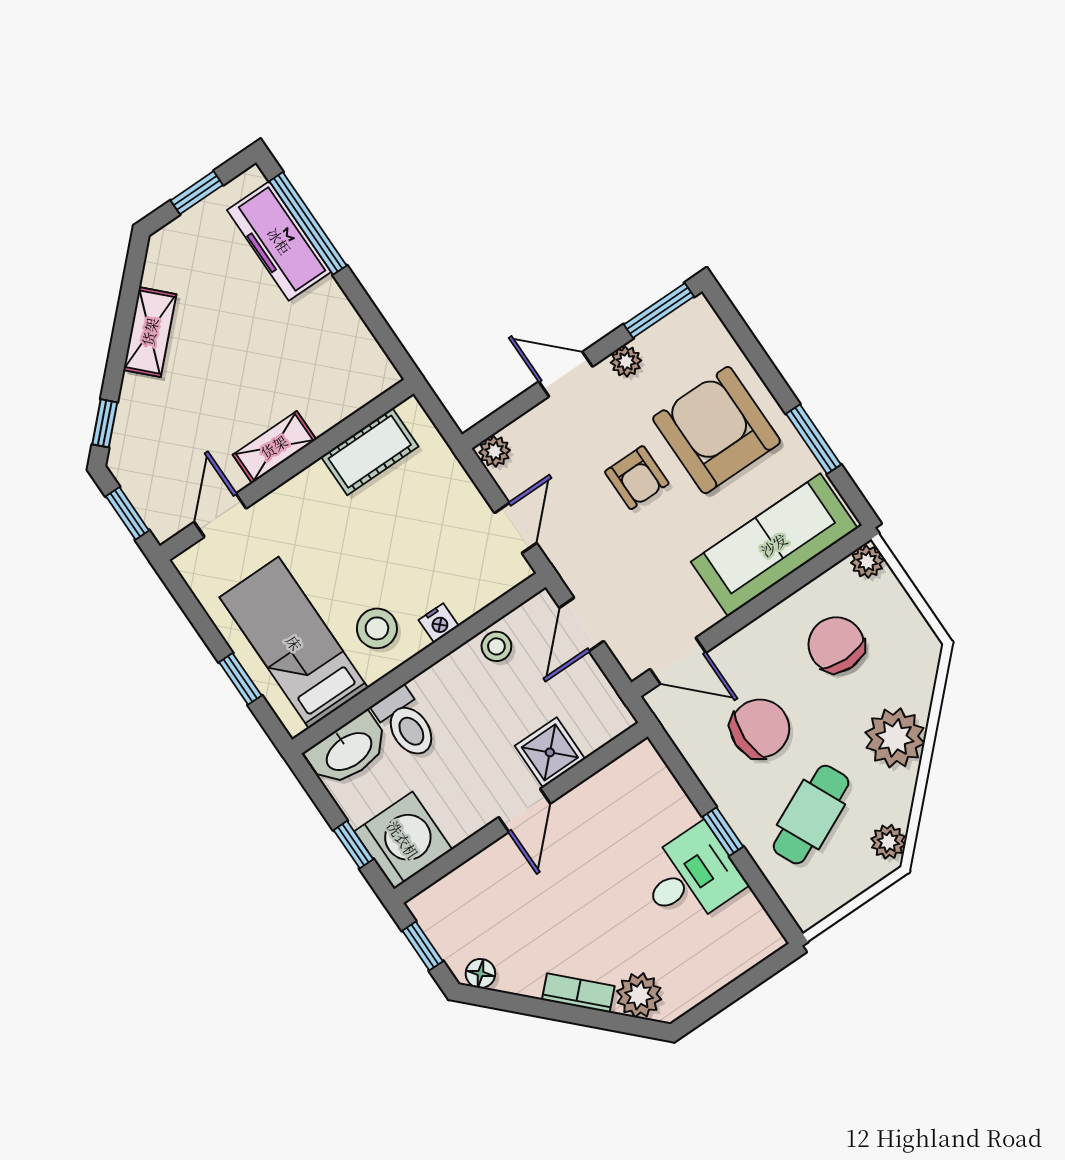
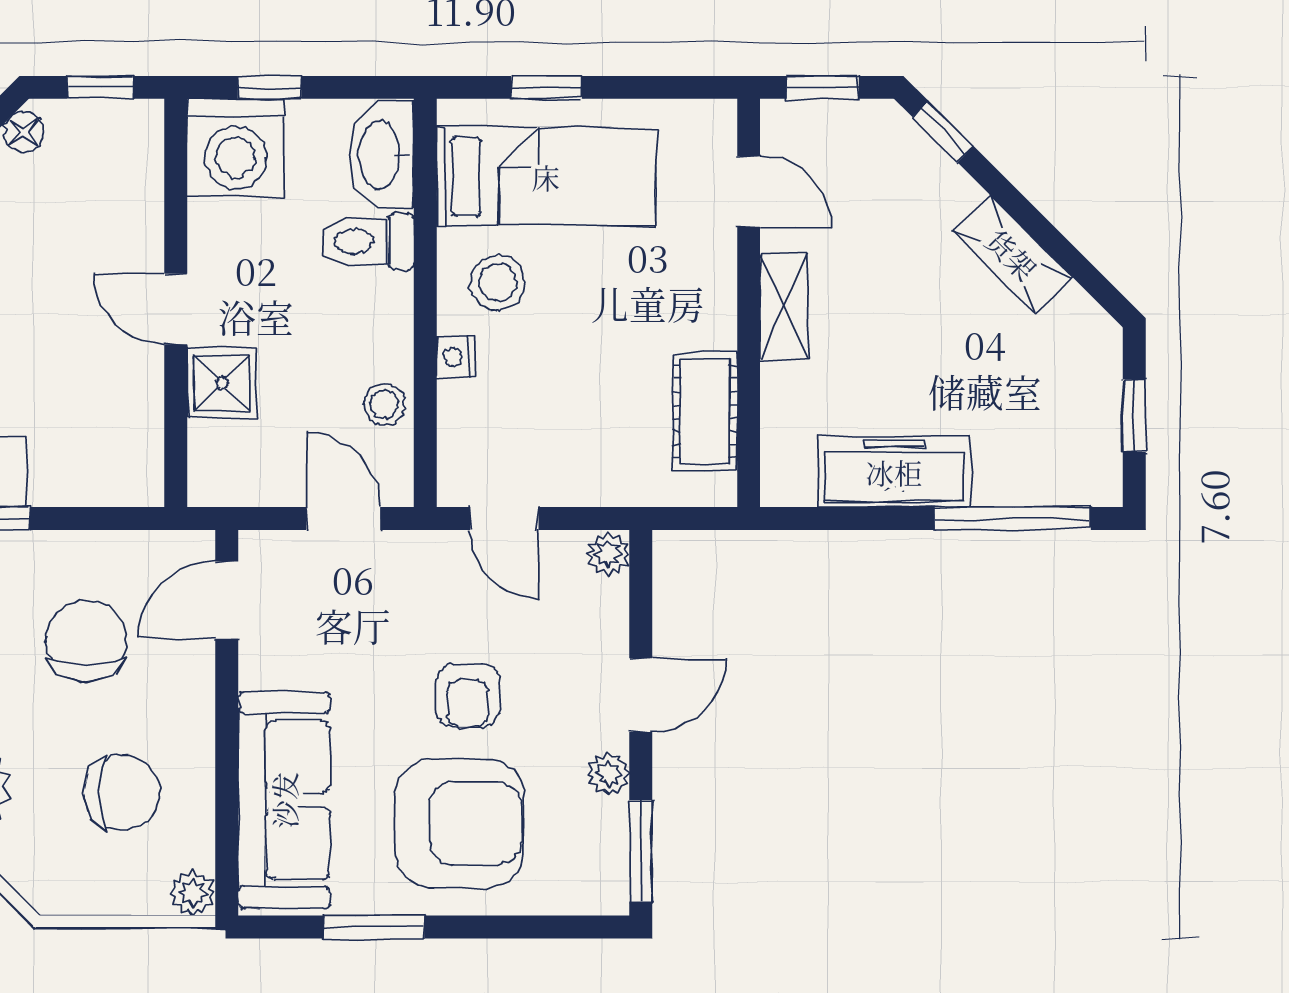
freezer: (279, 241) -> (894, 472), moved
armchair: (637, 478) -> (468, 696), turned -90
chair: (760, 728) -> (86, 641), turned 180

